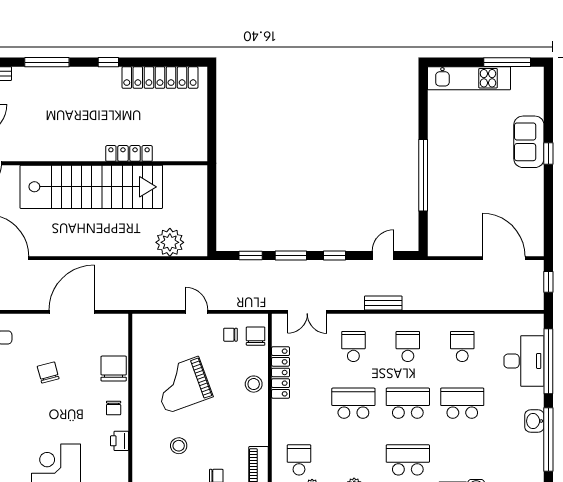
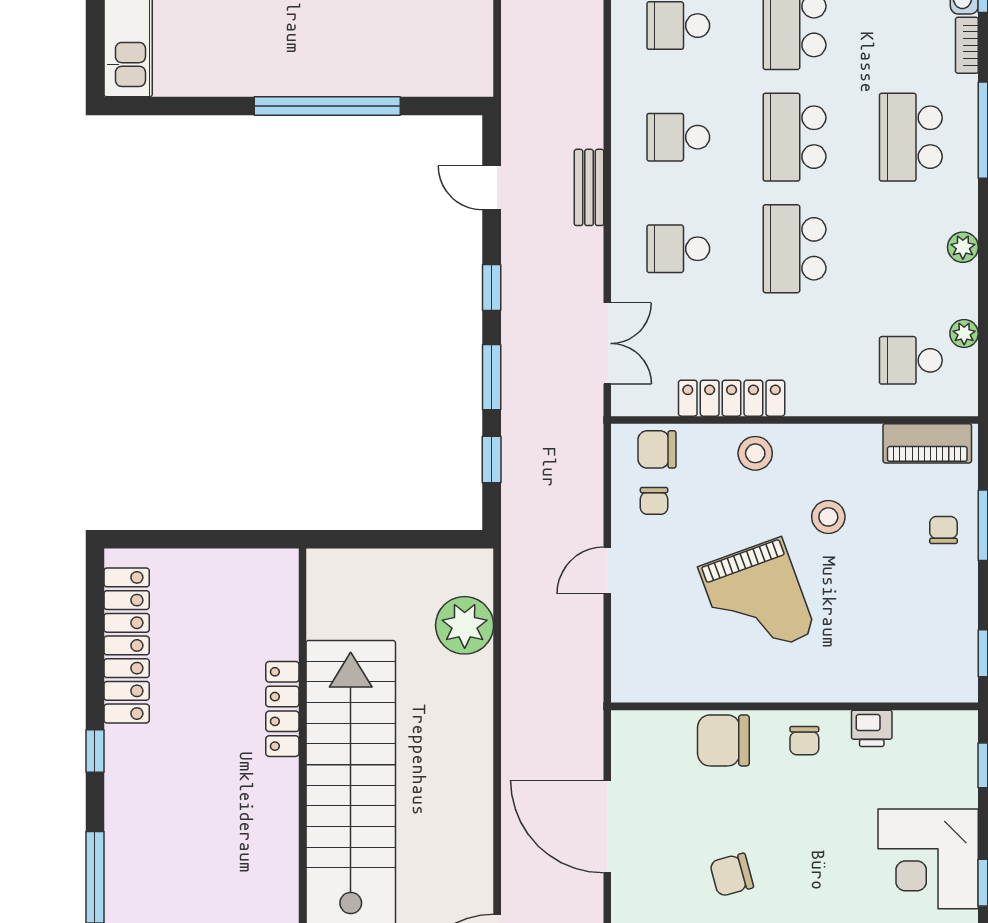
chair: (114, 408) -> (804, 741), turned 90
stool: (179, 446) -> (828, 517), moved

